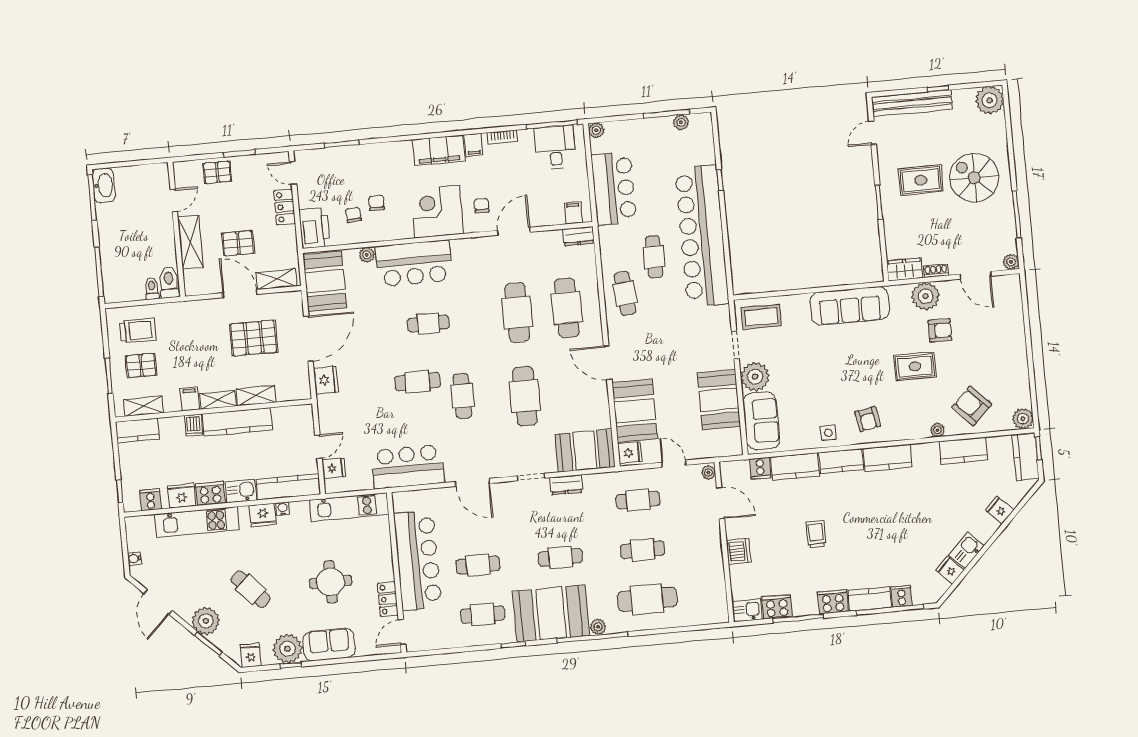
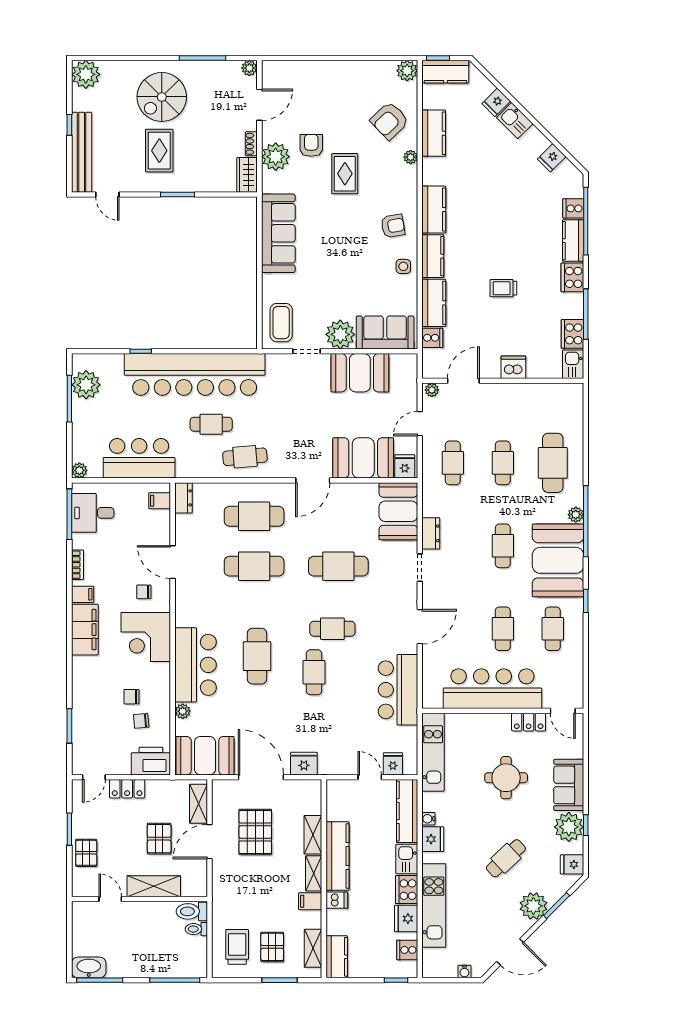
plant: (681, 122) -> (86, 385), width x1.88, depth x1.88
cafe table: (428, 324) -> (257, 656), width x1.37, depth x1.35
kitchen sink: (966, 550) -> (515, 121), moved

